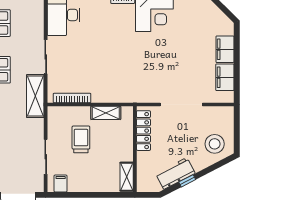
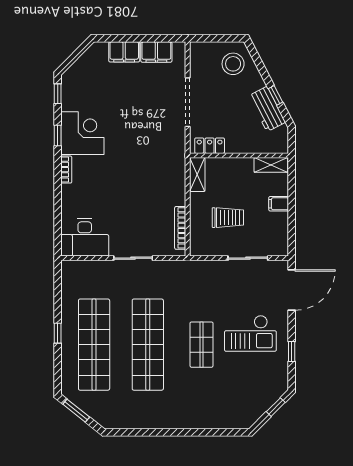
shelving: (35, 96) -> (178, 270), removed
shelving: (106, 113) -> (197, 174), moved
locker: (143, 131) -> (210, 146), width x0.66
trolley: (81, 139) -> (228, 218), turned 180
filing cabinet: (61, 183) -> (279, 204), moved

